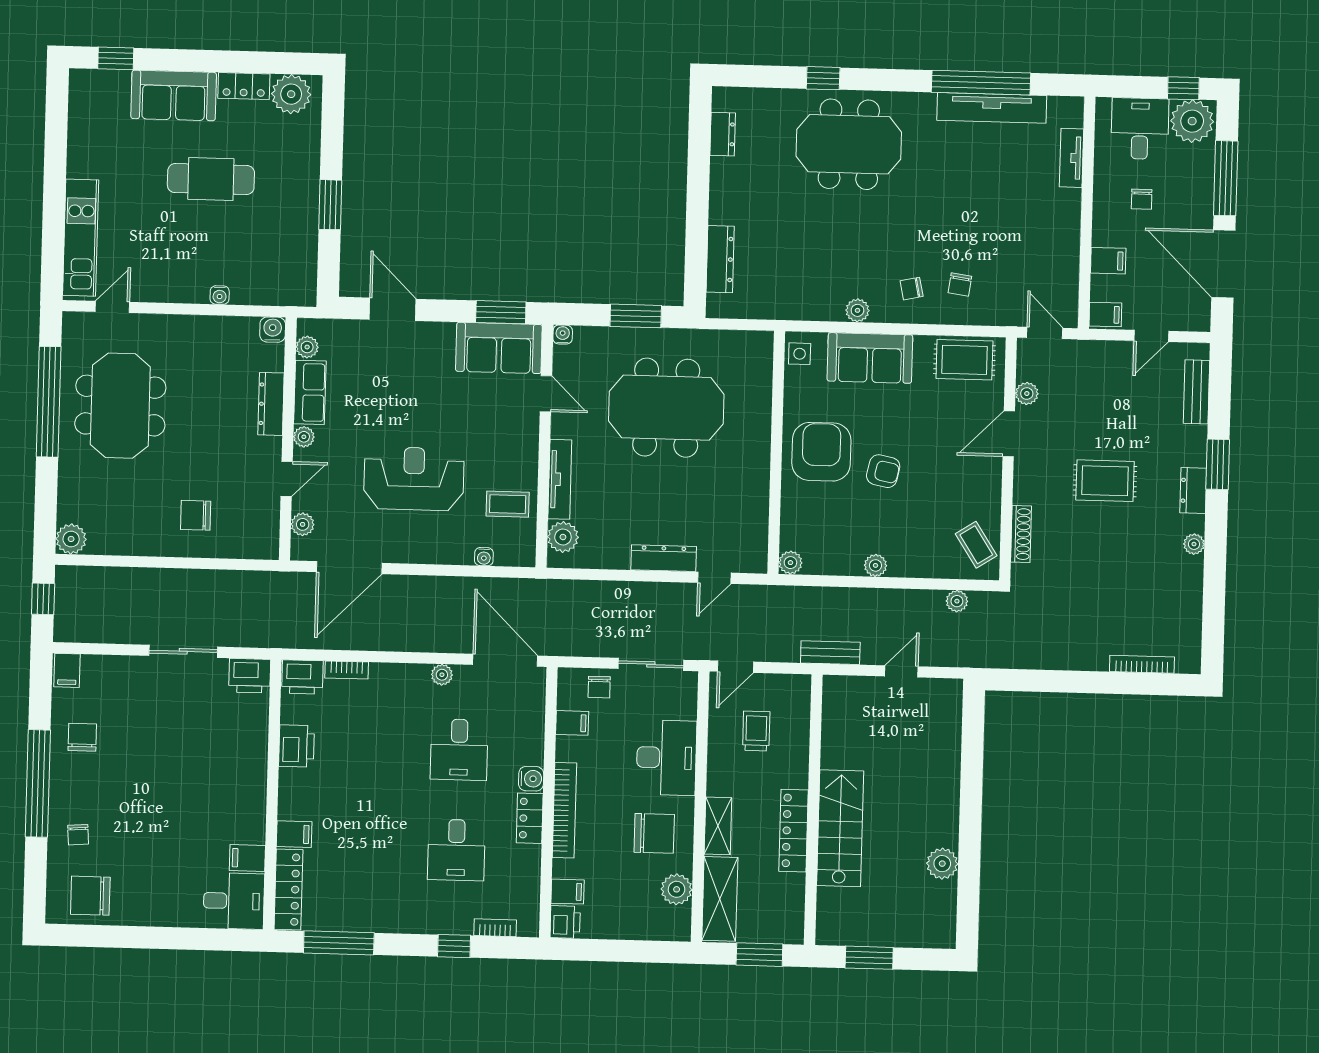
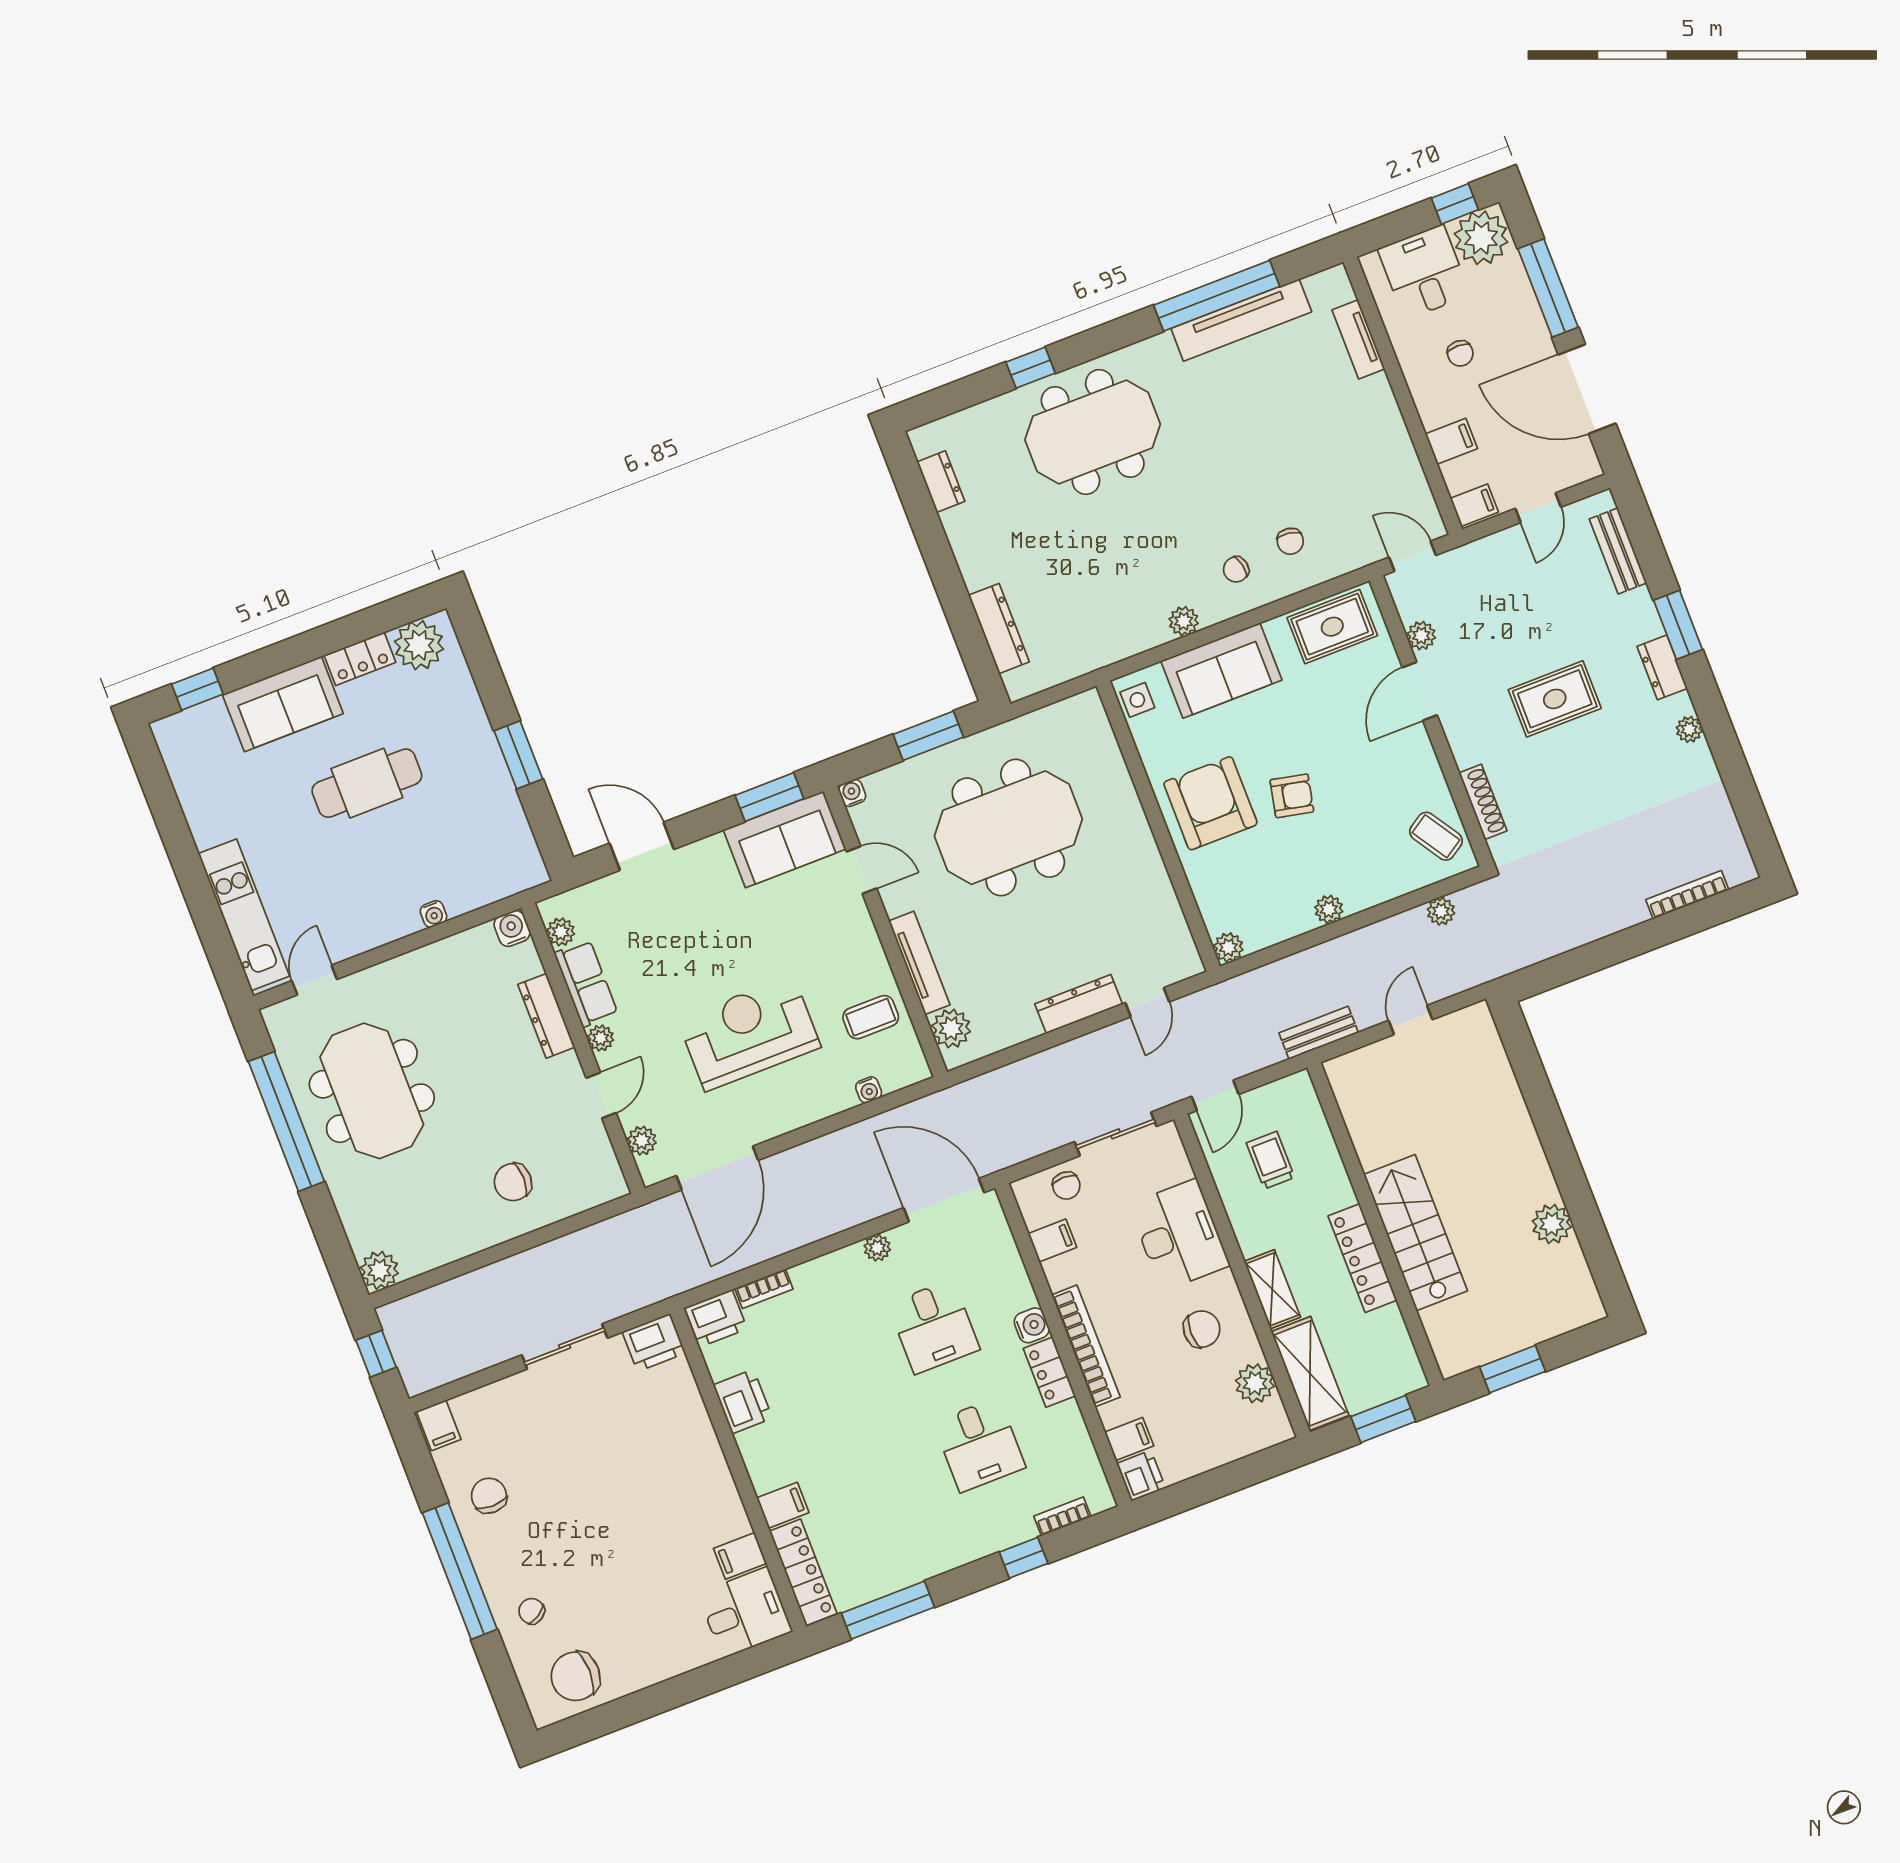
chair: (654, 833) -> (1202, 1329), width x0.73, depth x0.73
chair: (78, 835) -> (532, 1611), turned 152

